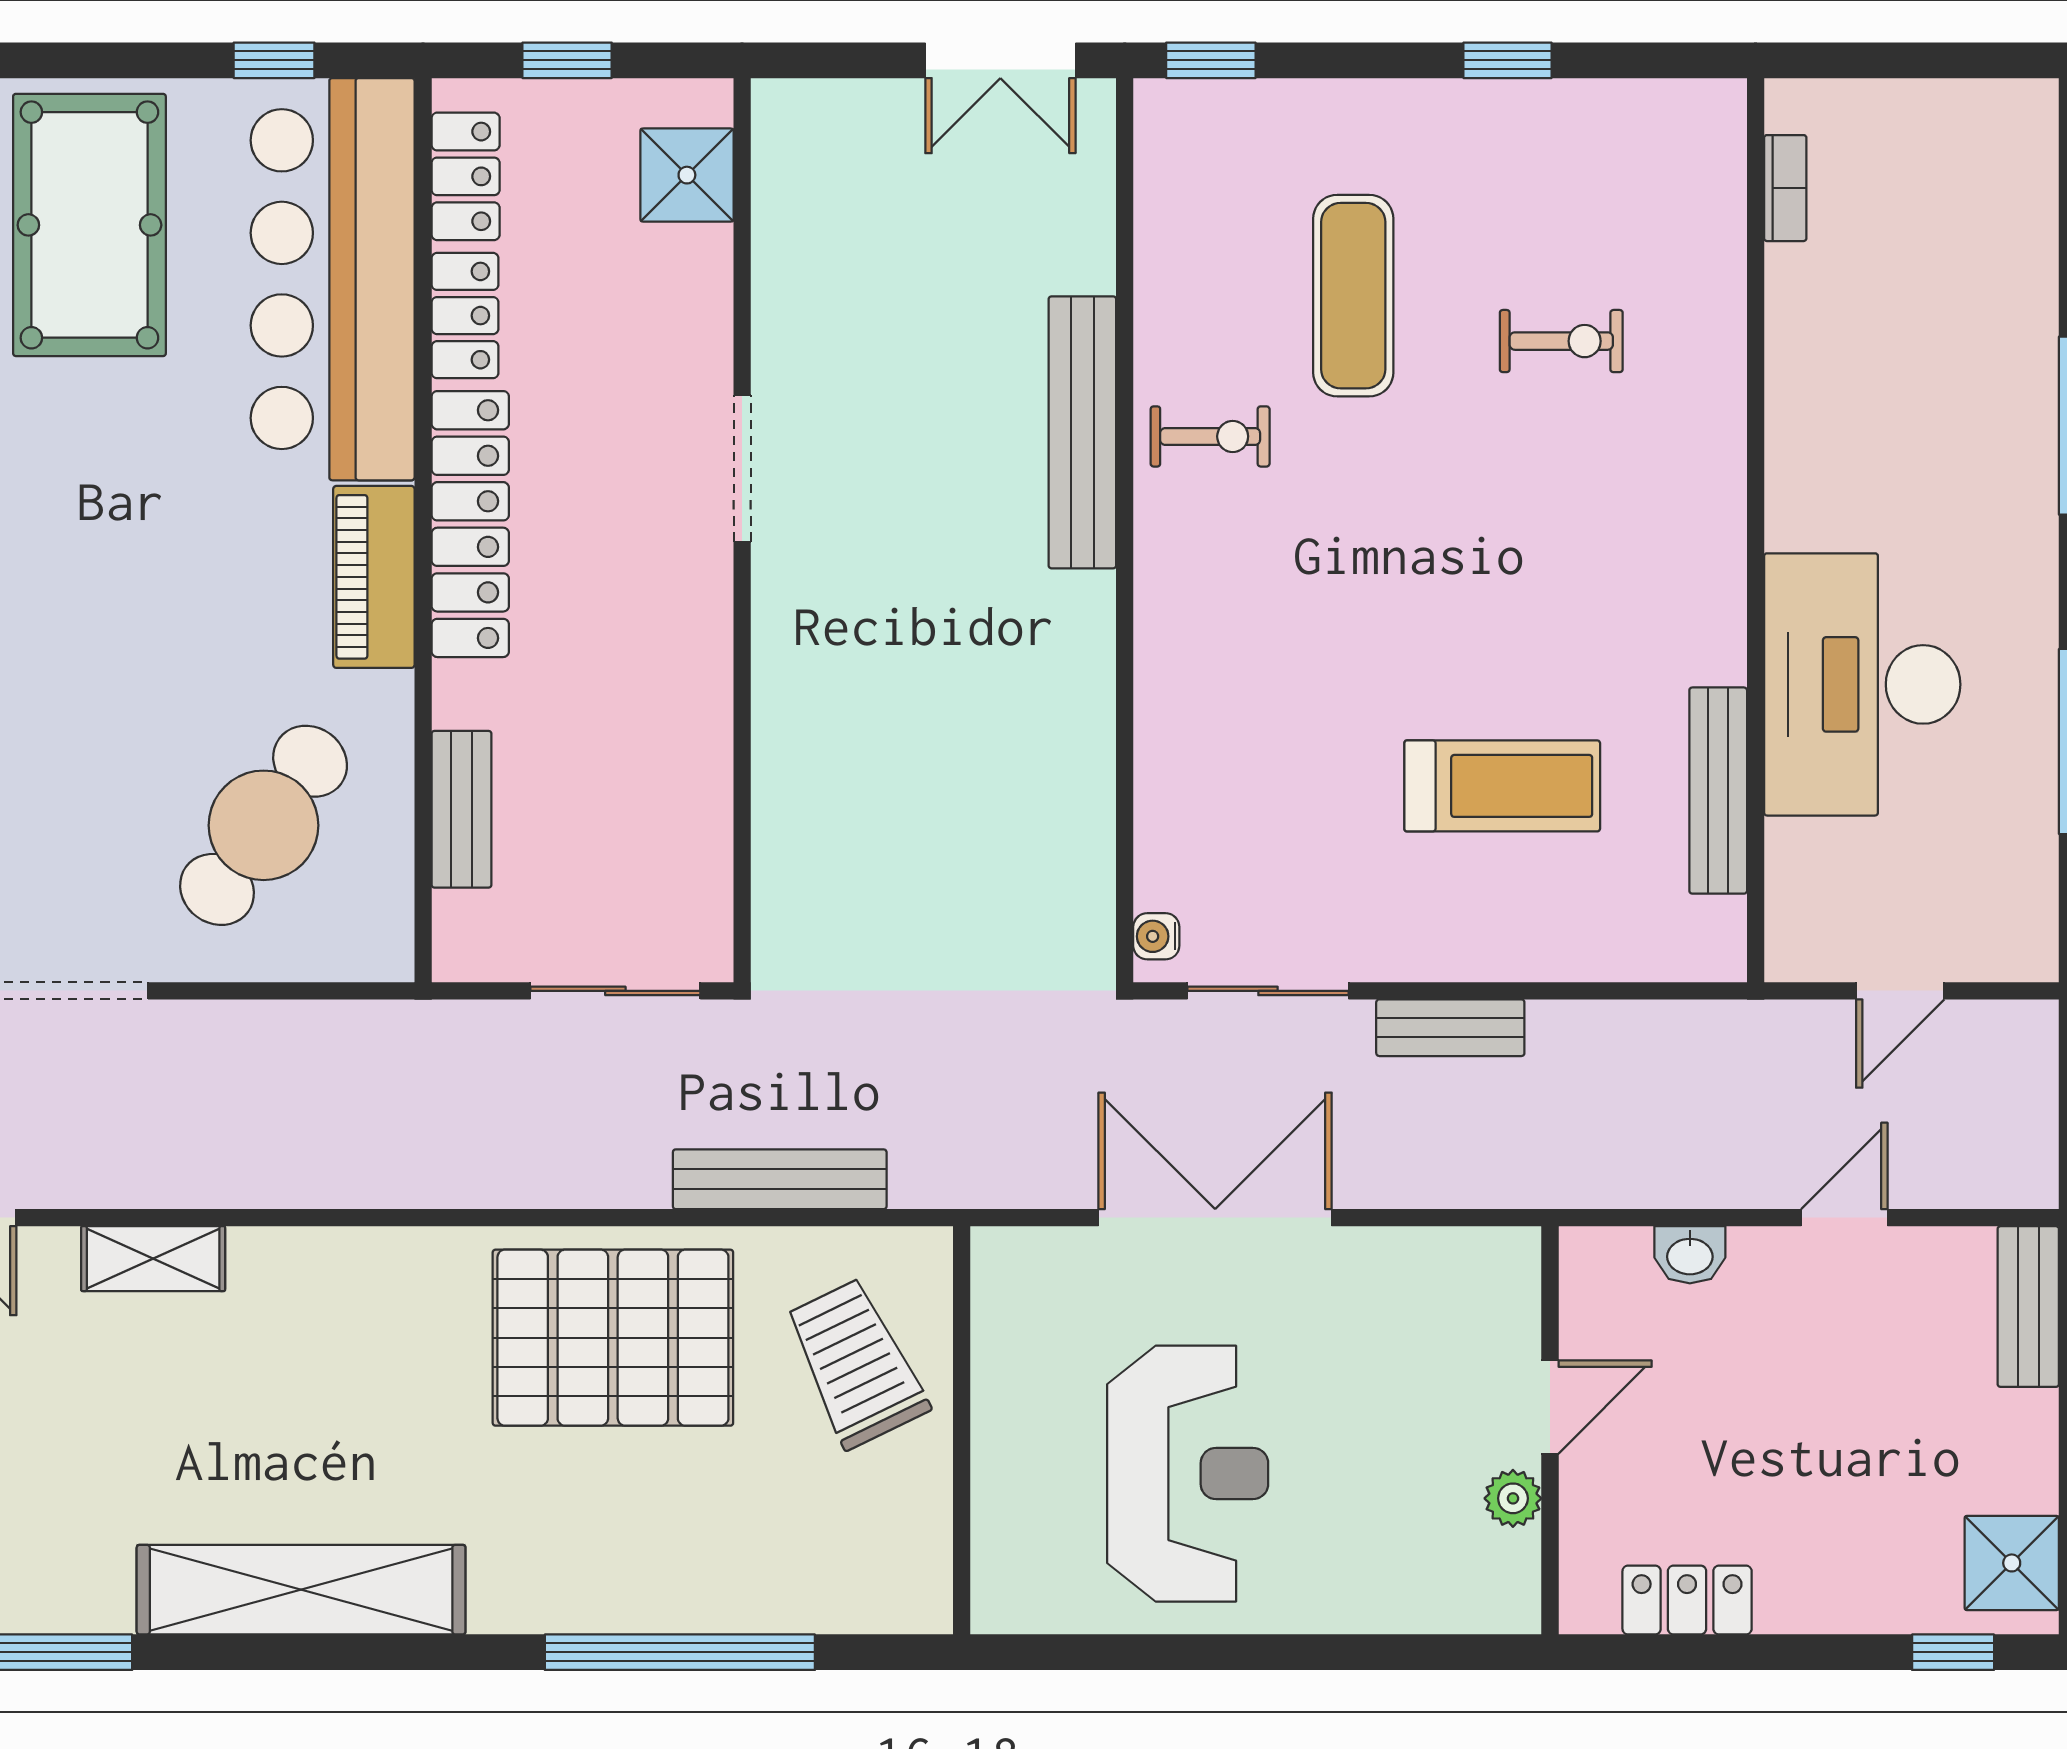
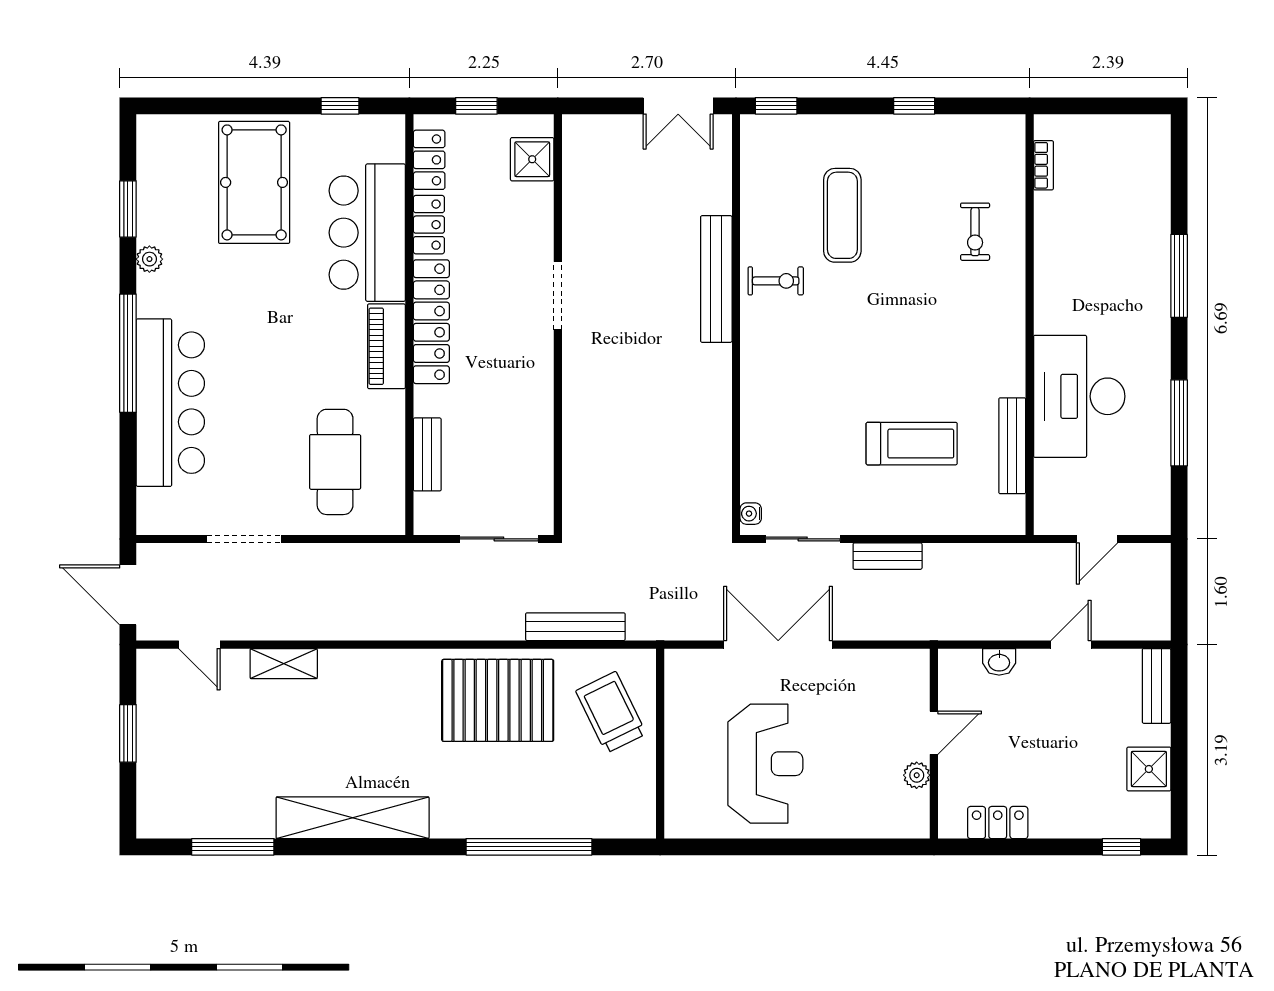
bar counter: (333, 279) -> (367, 233), width x0.73
exercise bike: (1561, 341) -> (975, 232), moved, turned 90
cafe table: (264, 825) -> (335, 462), turned -36
shower: (2012, 1563) -> (1149, 769), moved

